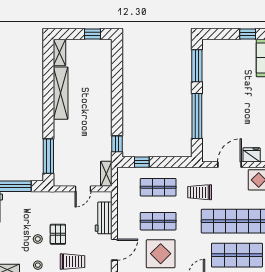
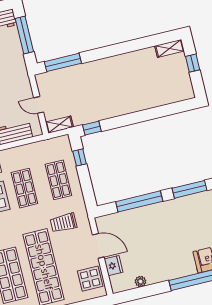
window: (92, 34) -> (193, 63), moved
shelving: (61, 93) -> (129, 59), removed
trolley: (200, 192) -> (64, 223), turned -90

